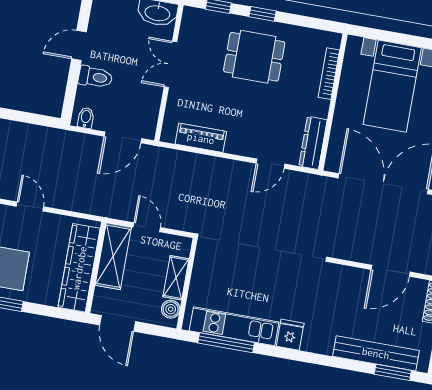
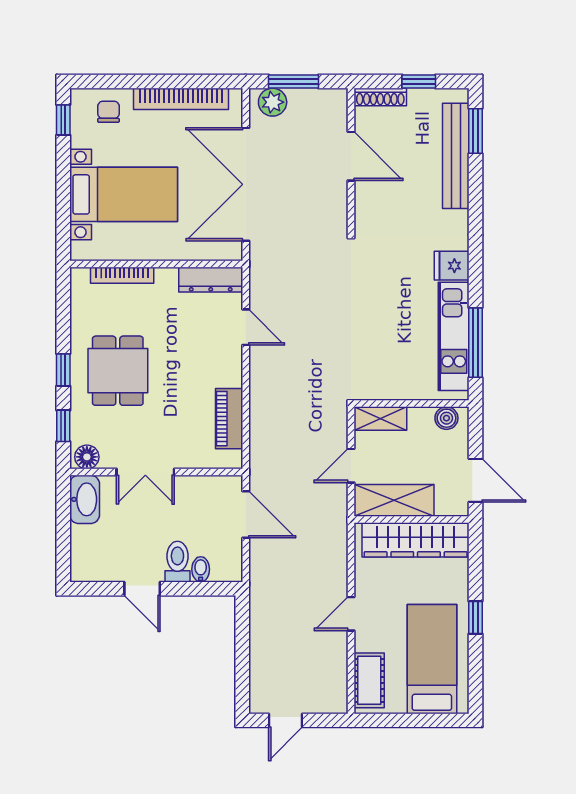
floor lamp: (191, 20) -> (87, 457), added
bidet: (86, 118) -> (201, 569), moved, turned 90
shelving: (176, 278) -> (380, 419), moved
door: (118, 323) -> (476, 480), hinge flipped

